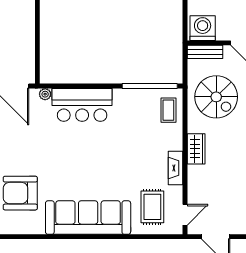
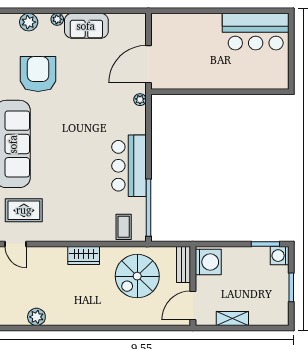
bar counter: (82, 105) -> (129, 166), moved
coffee table: (168, 110) -> (124, 227), turned 90
fireplace: (176, 168) -> (64, 234), removed

